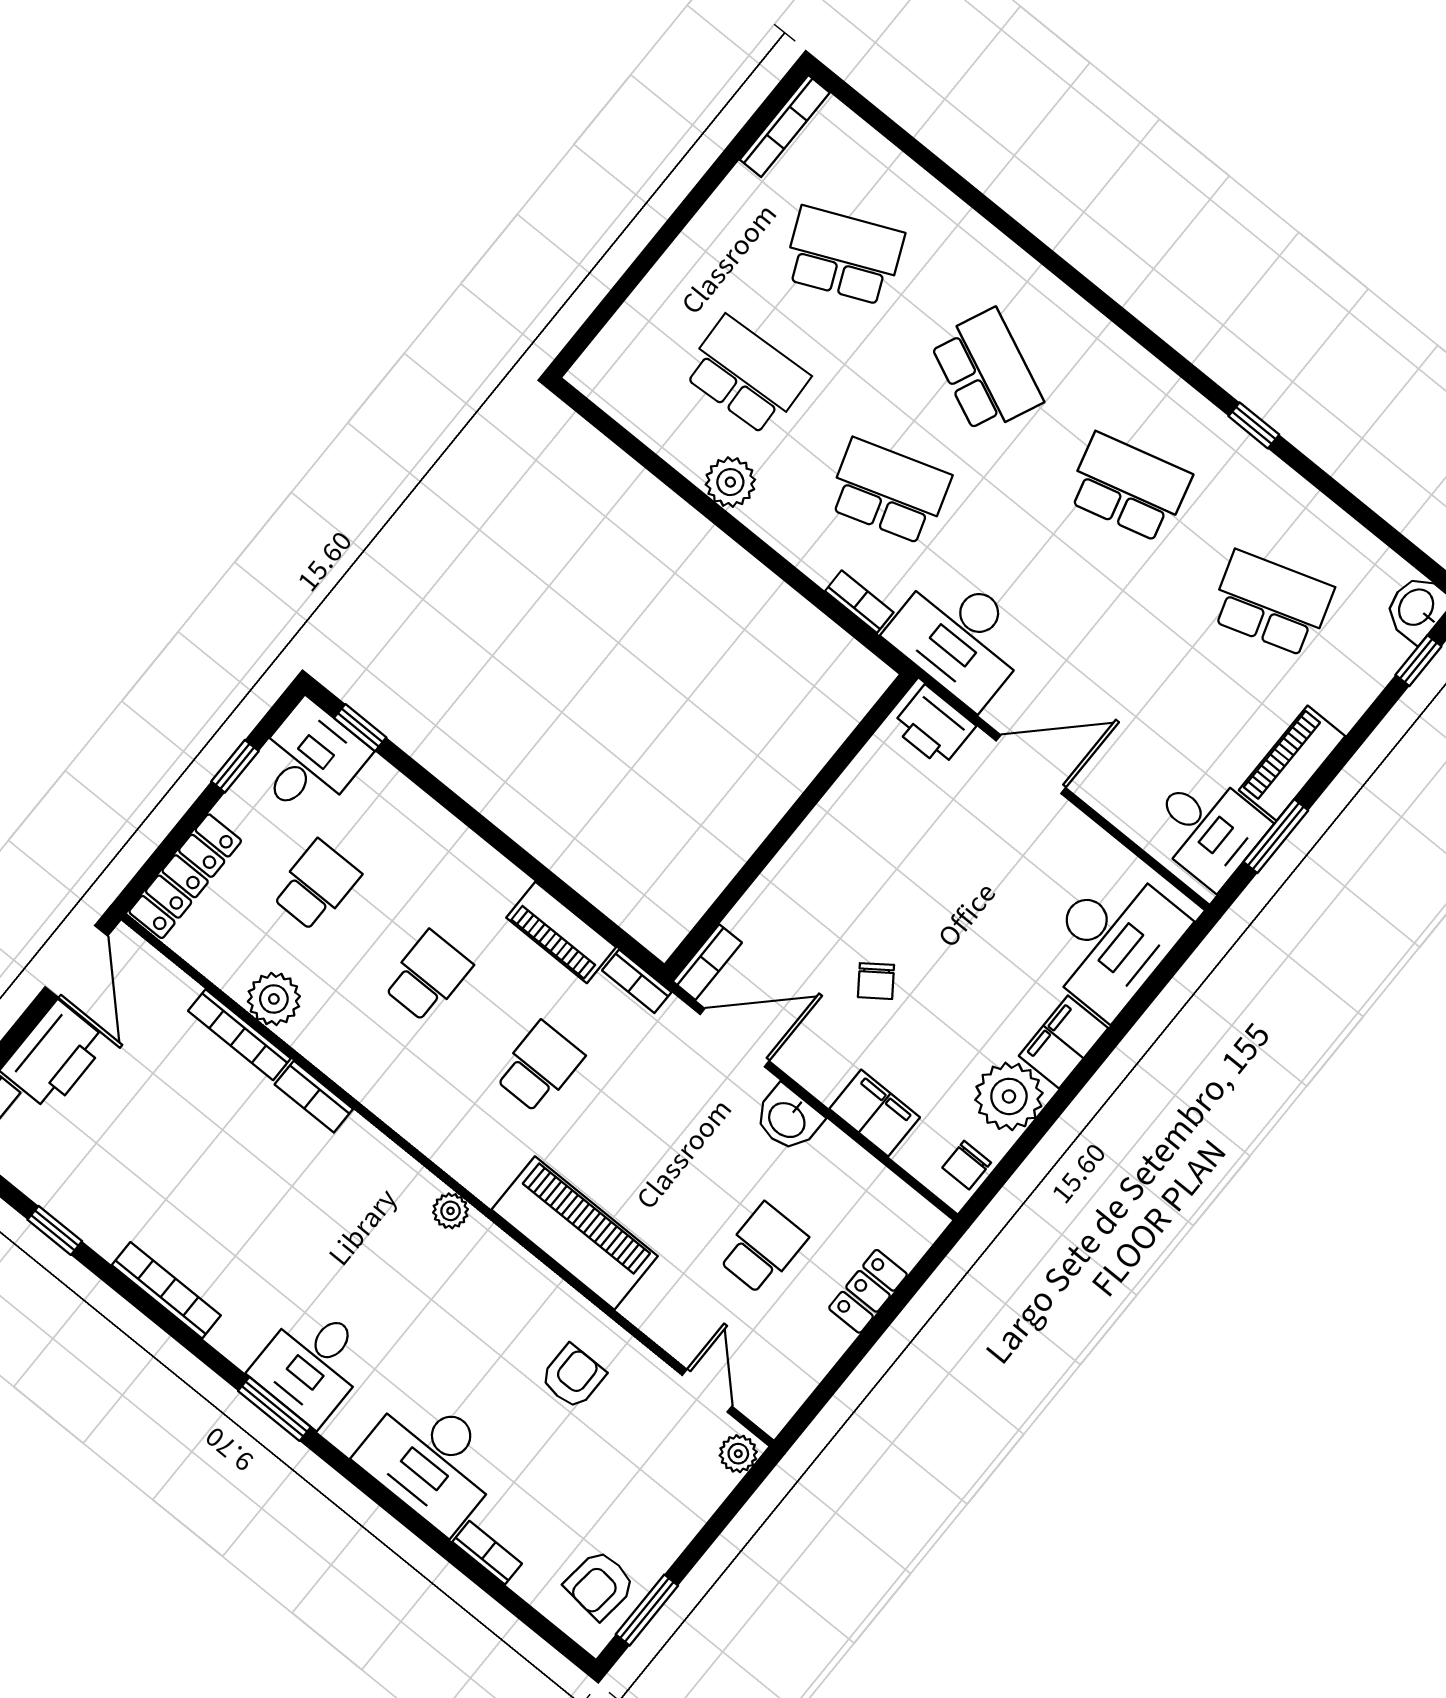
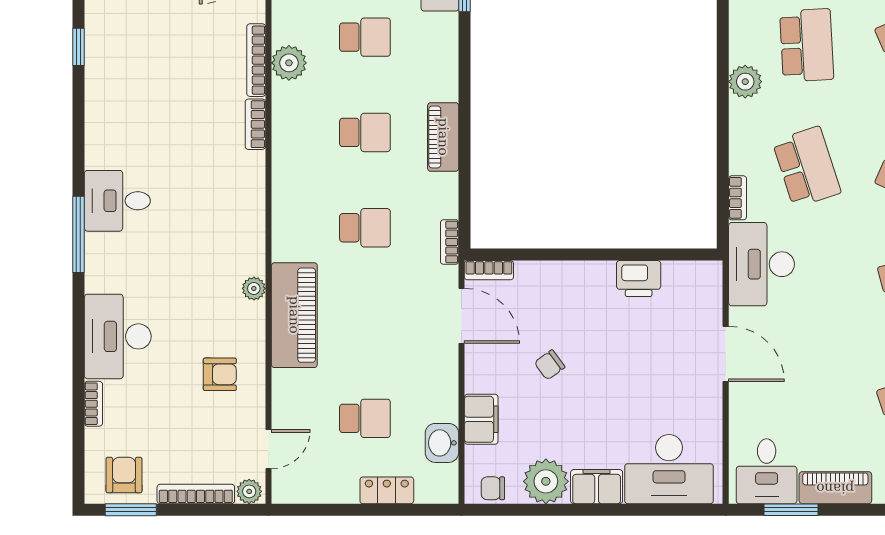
printer: (933, 726) -> (639, 279), moved, turned -90
piano: (561, 932) -> (443, 137), moved
washbasin: (788, 1119) -> (442, 443), moved
plant: (451, 1211) -> (254, 288), moved
bookcase: (166, 1290) -> (196, 494), moved, turned -90
desk: (312, 1364) -> (117, 201), moved
window: (274, 1409) -> (78, 234), width x1.44
armchair: (600, 1585) -> (124, 475), turned 84

